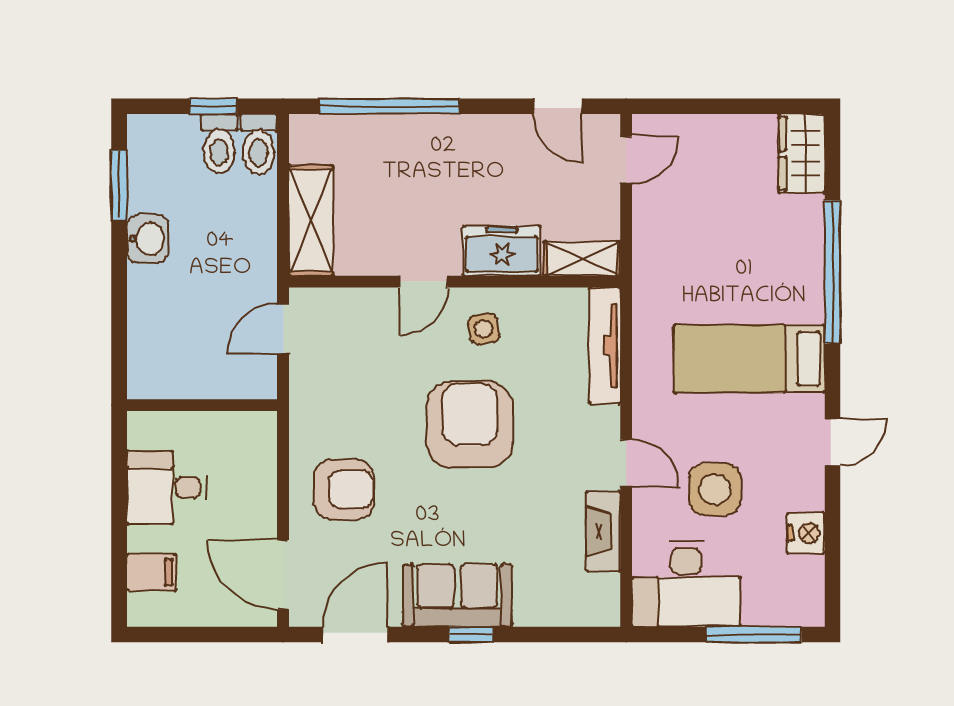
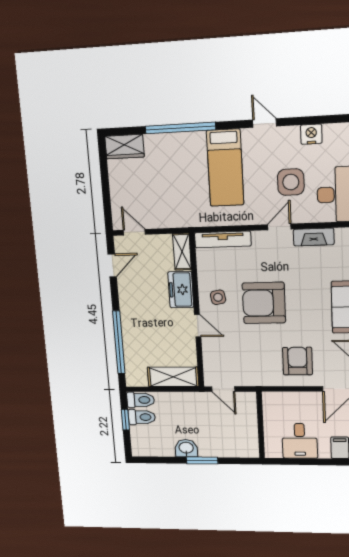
window: (119, 185) -> (202, 460), moved

